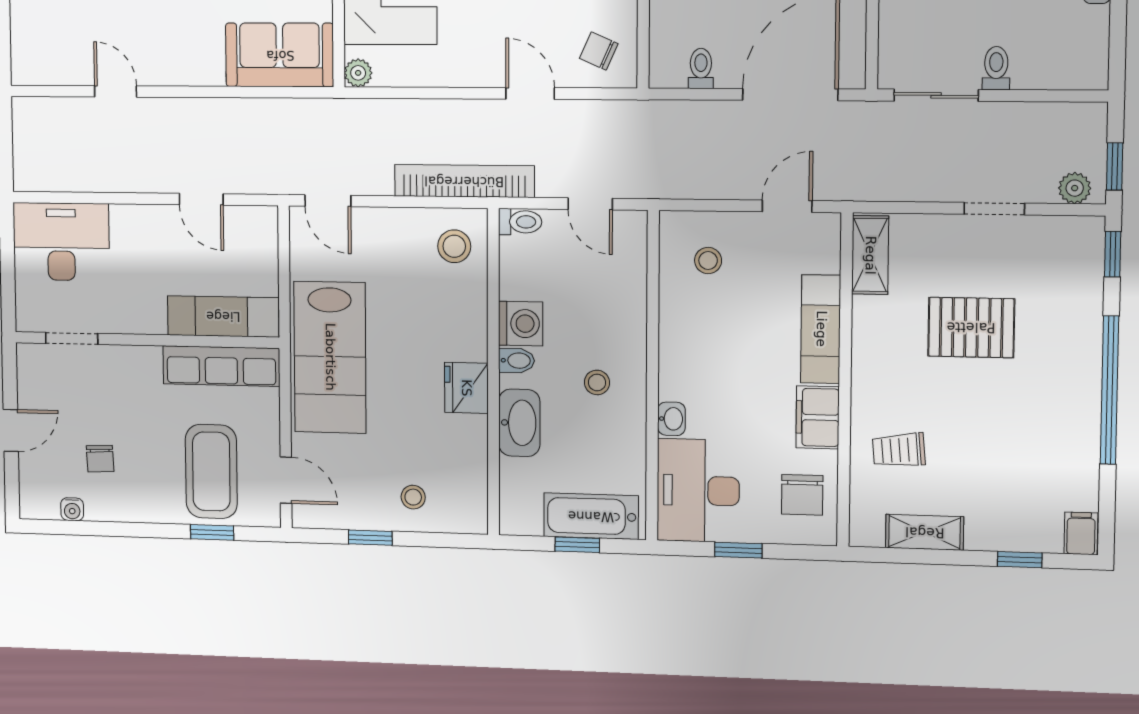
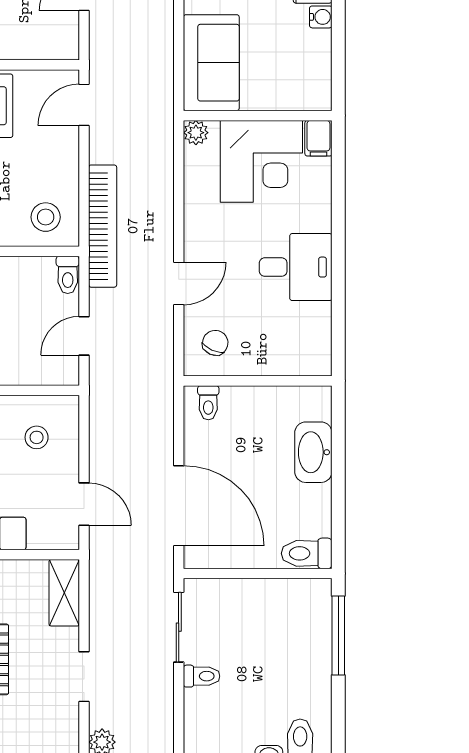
toilet: (701, 68) -> (208, 403), moved, turned 90
shelving: (870, 255) -> (64, 593), moved, turned 90

